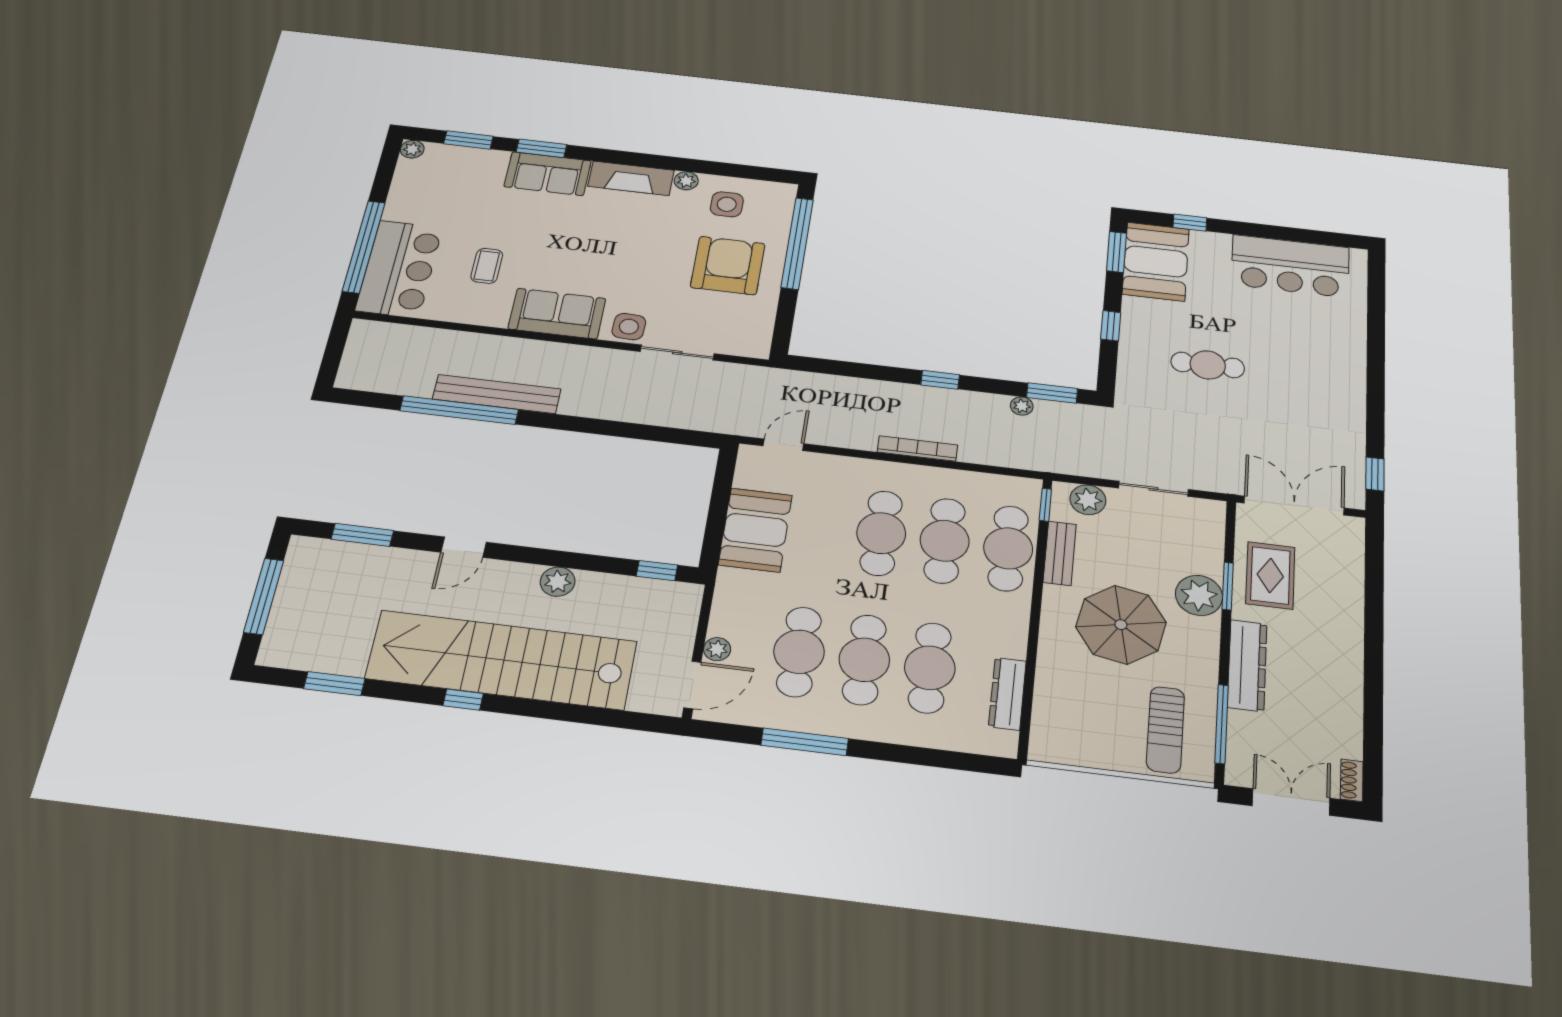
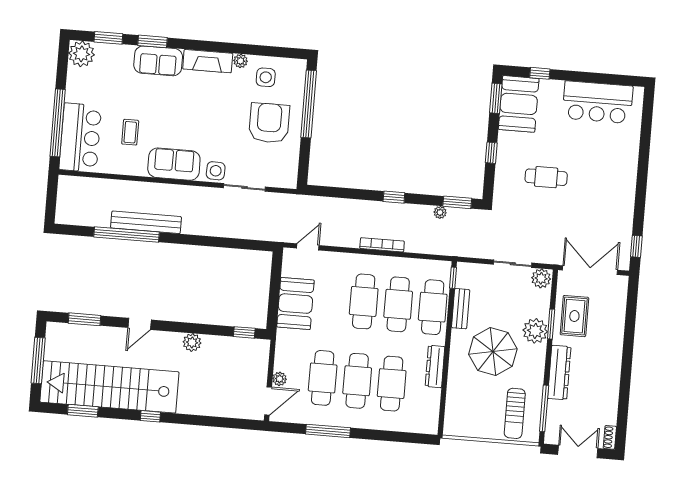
plant: (412, 149) -> (82, 54), width x1.87, depth x1.87
plant: (1088, 500) -> (541, 278), moved
stairs: (502, 660) -> (109, 387), moved
dresser: (1007, 694) -> (435, 366), moved

